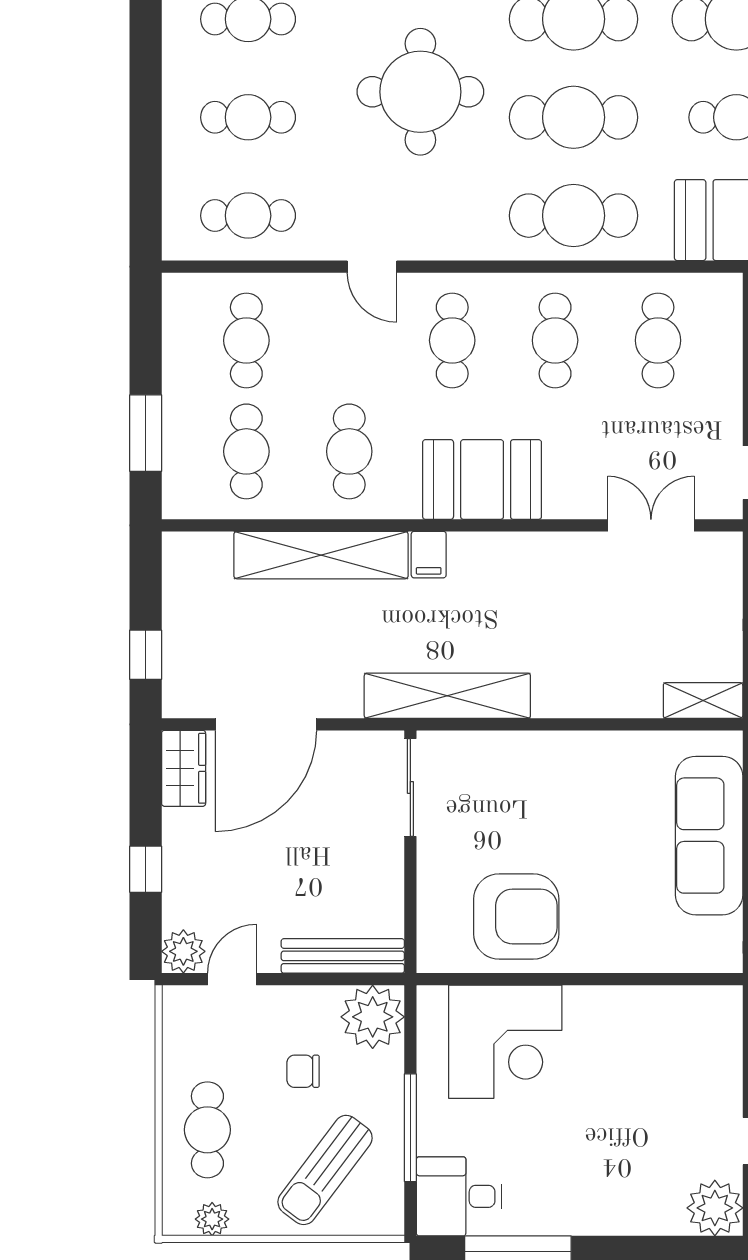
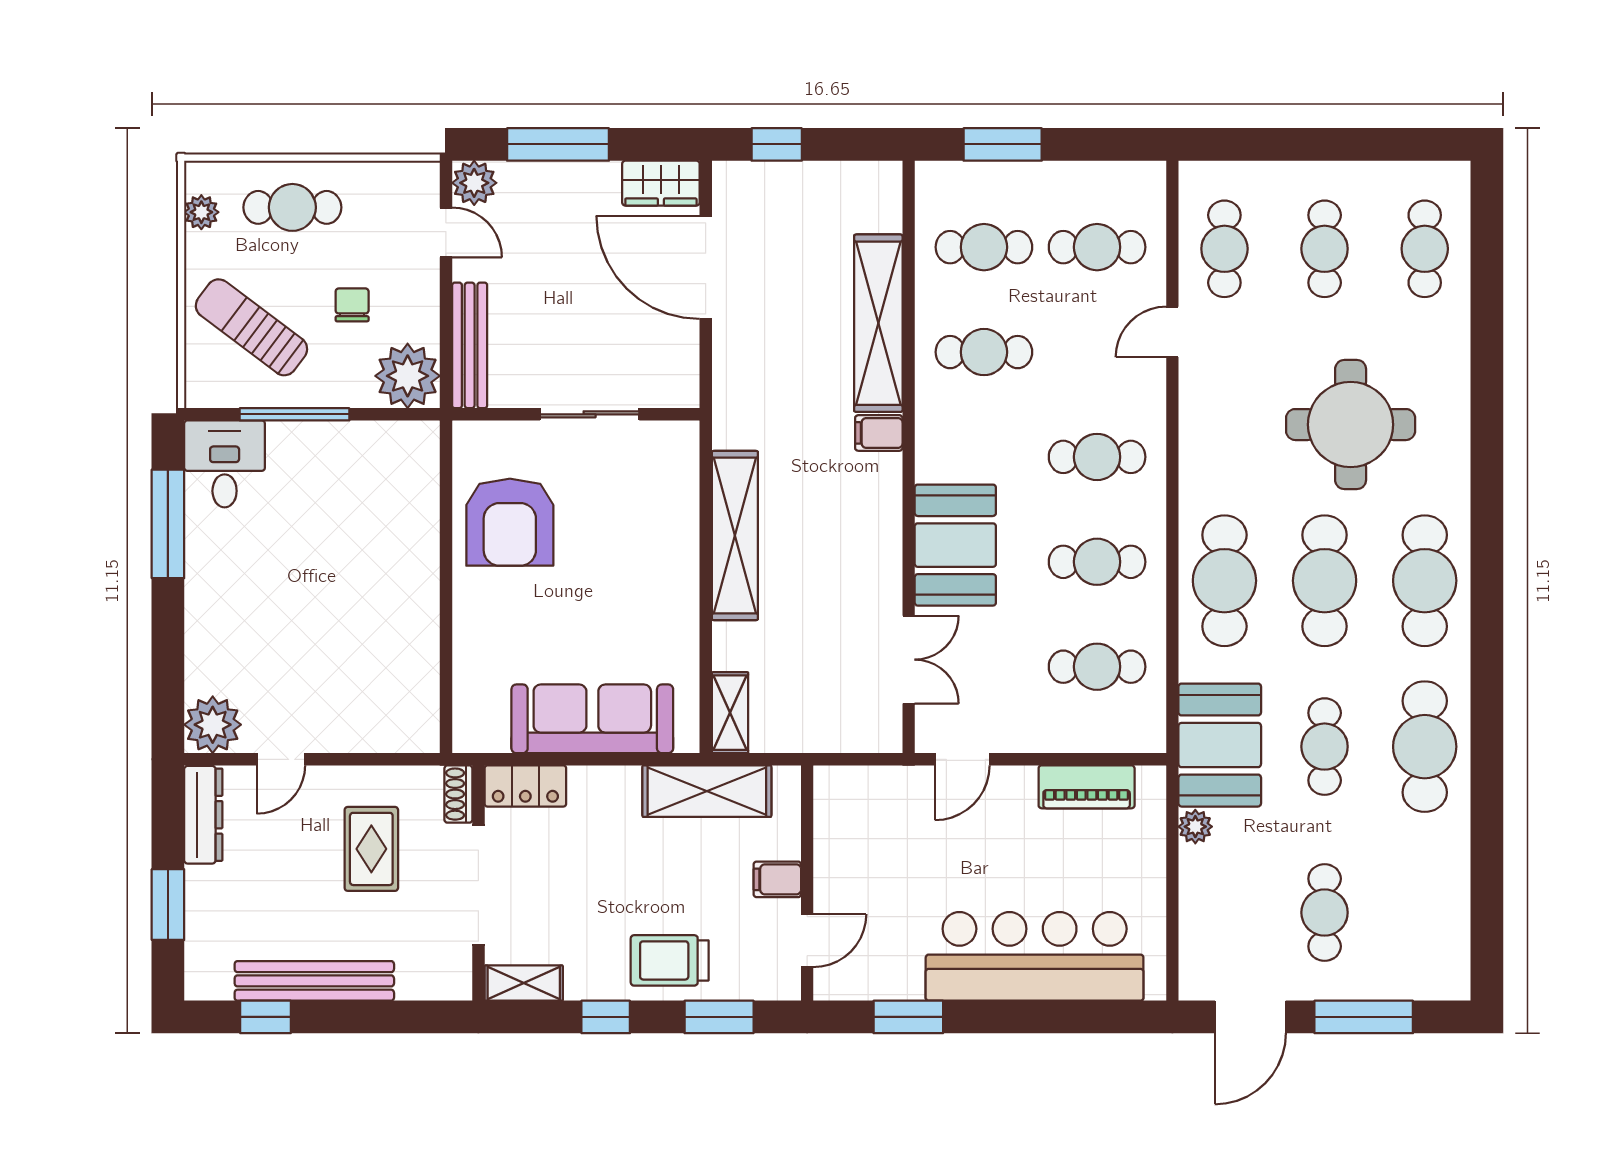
door: (372, 267) -> (1172, 332), moved
booth: (482, 480) -> (955, 545), moved
shelving: (447, 696) -> (735, 536), moved
sliding door: (410, 787) -> (590, 414), moved
window: (146, 869) -> (558, 144), width x2.17
corner desk: (505, 1042) -> (382, 511), removed

